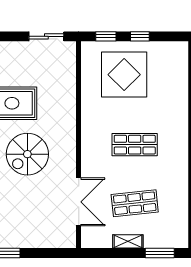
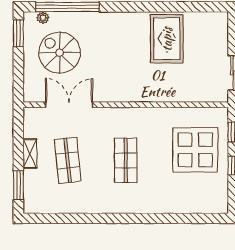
spiral stairs: (27, 154) -> (60, 53), moved
double door: (79, 202) -> (69, 105), swing flipped

